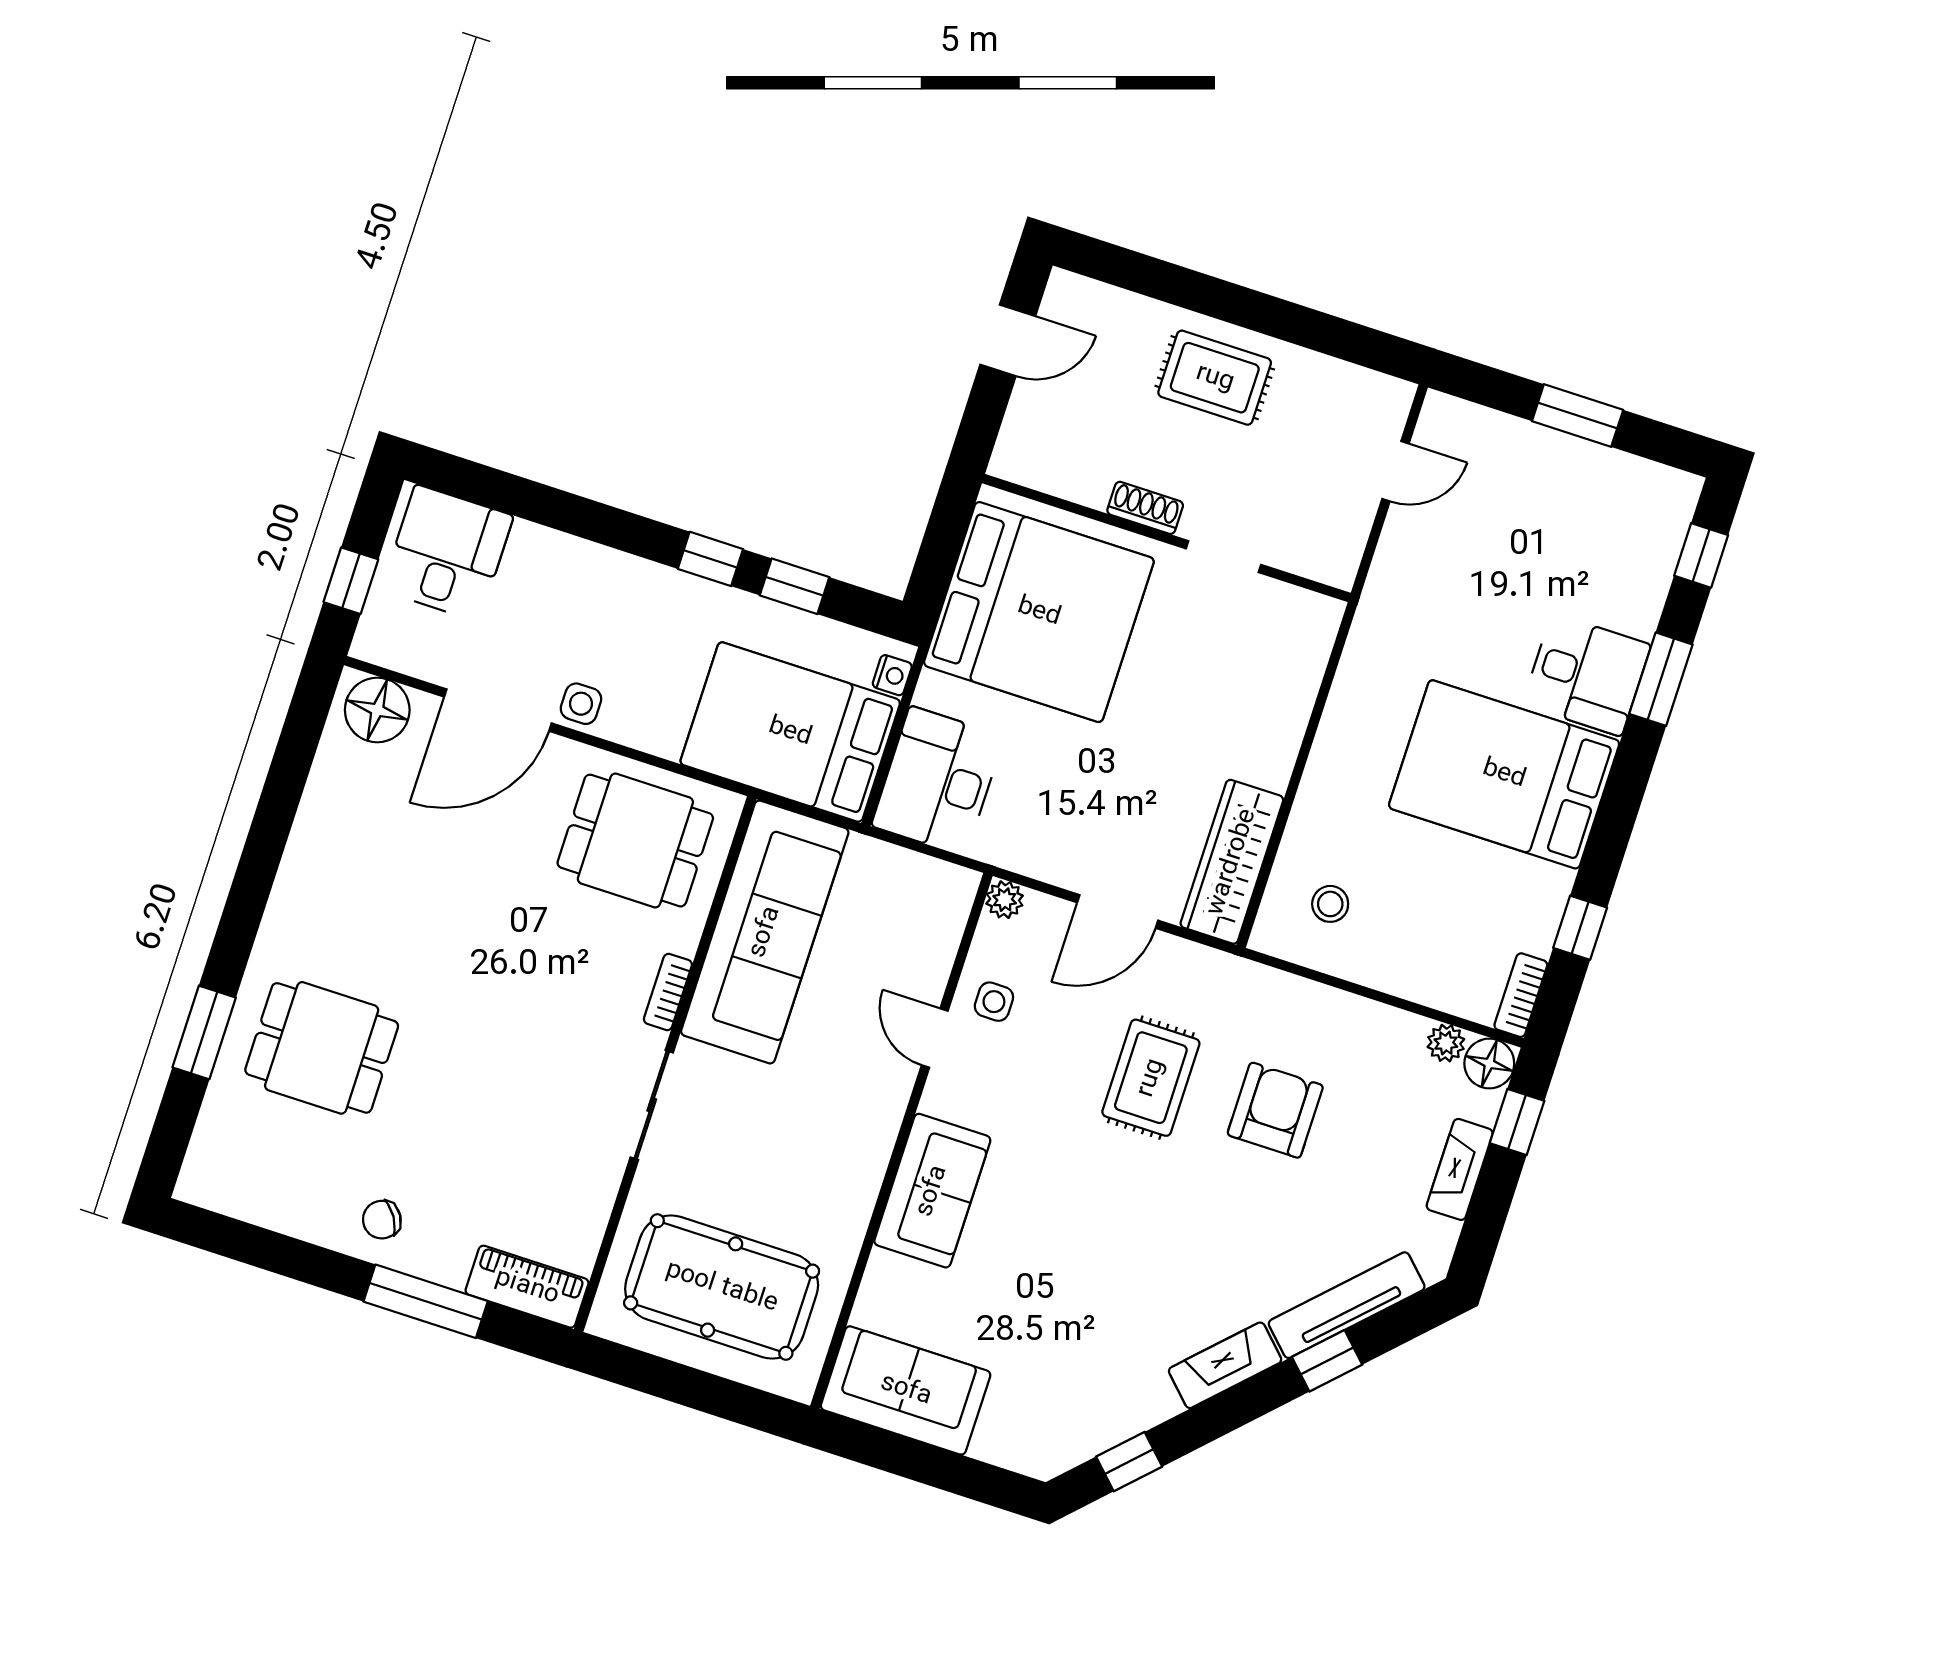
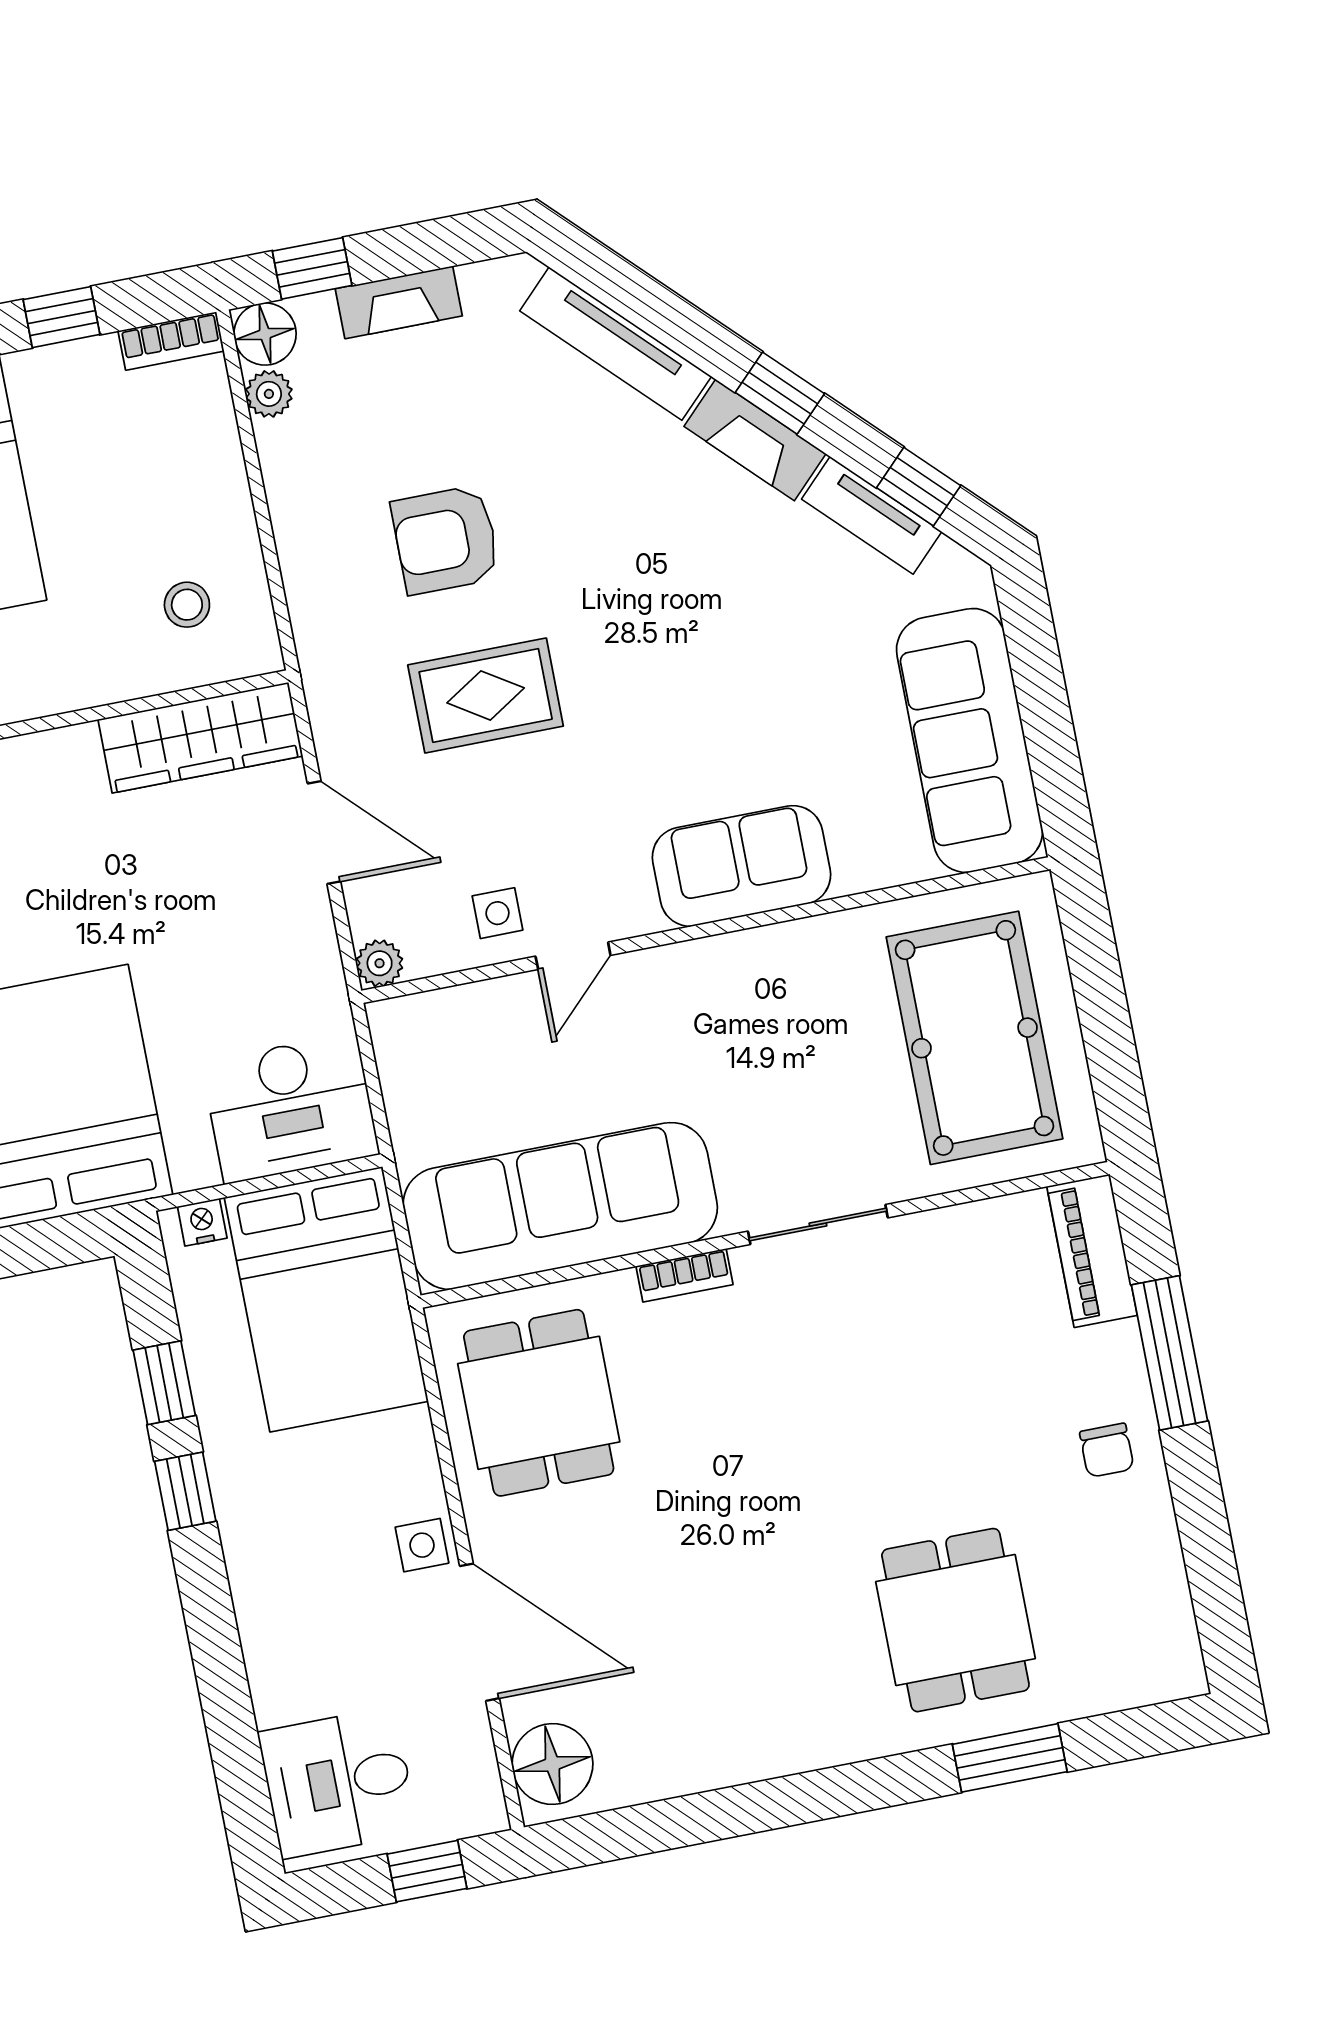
chair: (382, 1220) -> (1107, 1450), turned 32
window: (1327, 1361) -> (780, 393), moved
sofa: (906, 1390) -> (970, 741), width x1.36
tv unit: (1127, 1418) -> (872, 515), added

